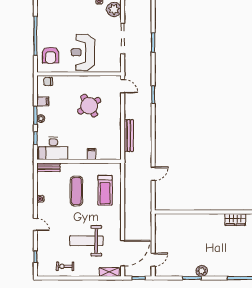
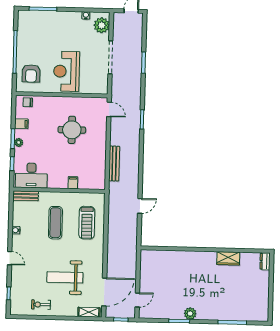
round table: (89, 106) -> (72, 130), turned 32

